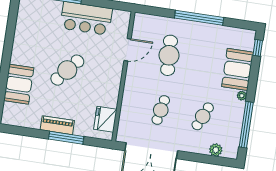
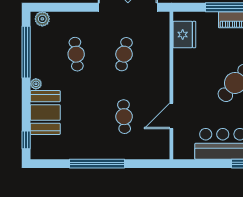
cafe table: (169, 55) -> (124, 117), width x0.73, depth x0.74
cafe table: (203, 116) -> (76, 54), turned -30
plant: (216, 150) -> (42, 19), moved

